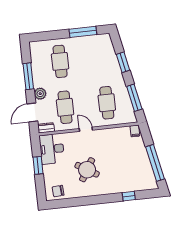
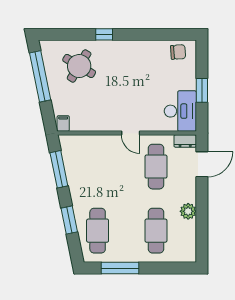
window: (28, 76) -> (202, 215), removed
plant: (40, 94) -> (188, 211), moved
cafe table: (107, 103) -> (98, 231), moved
round table: (87, 170) -> (79, 66), moved
window: (129, 196) -> (104, 34), moved

